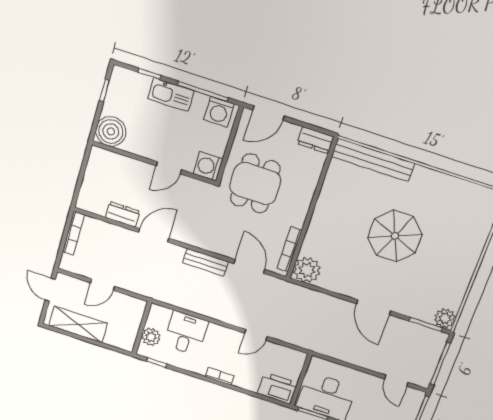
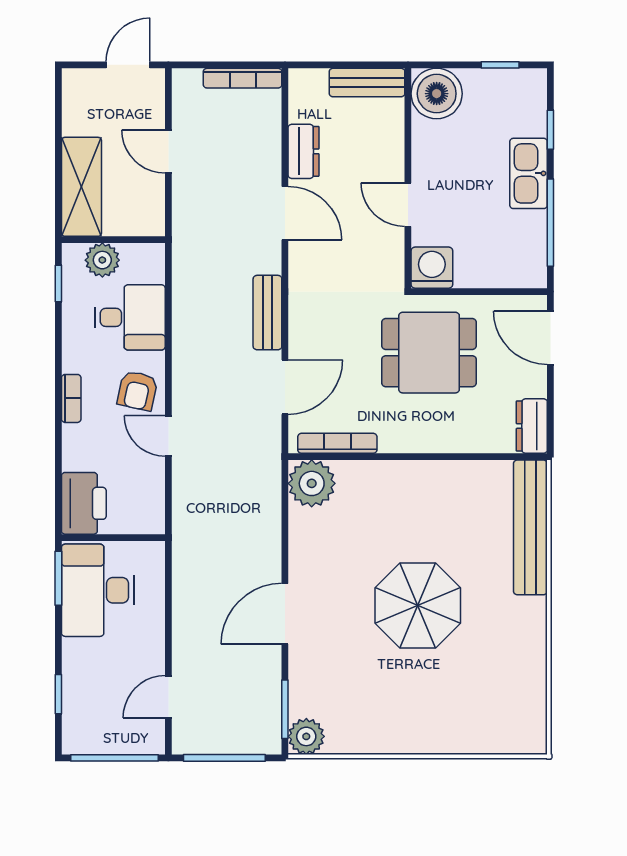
washing machine: (219, 112) -> (527, 258), removed
bench: (94, 168) -> (367, 83), added
shelving: (78, 324) -> (81, 187), moved
armchair: (226, 342) -> (137, 391), added

